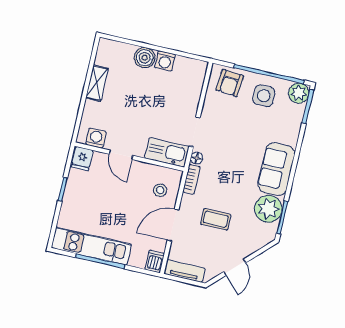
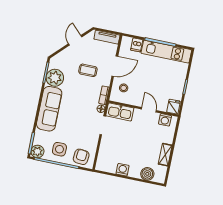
boiler: (145, 58) -> (147, 174), moved
sofa: (276, 169) -> (49, 109), width x1.36
dishwasher: (155, 262) -> (137, 45), moved

